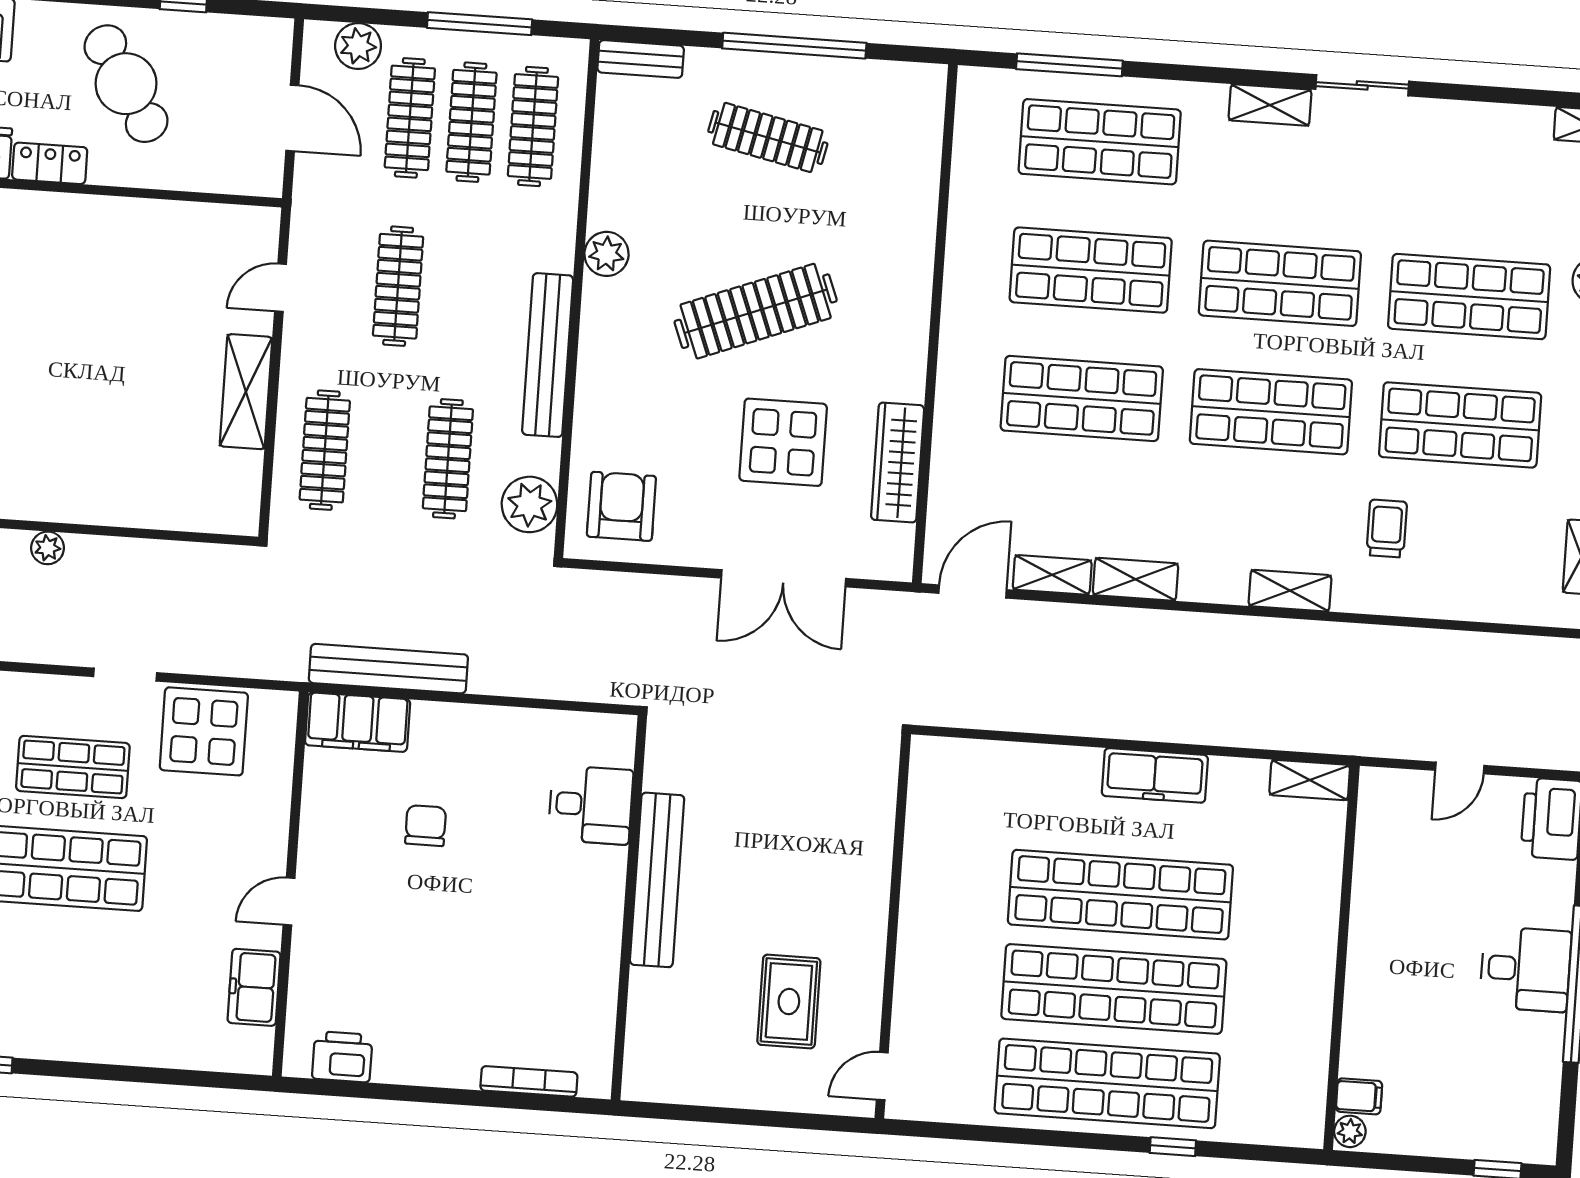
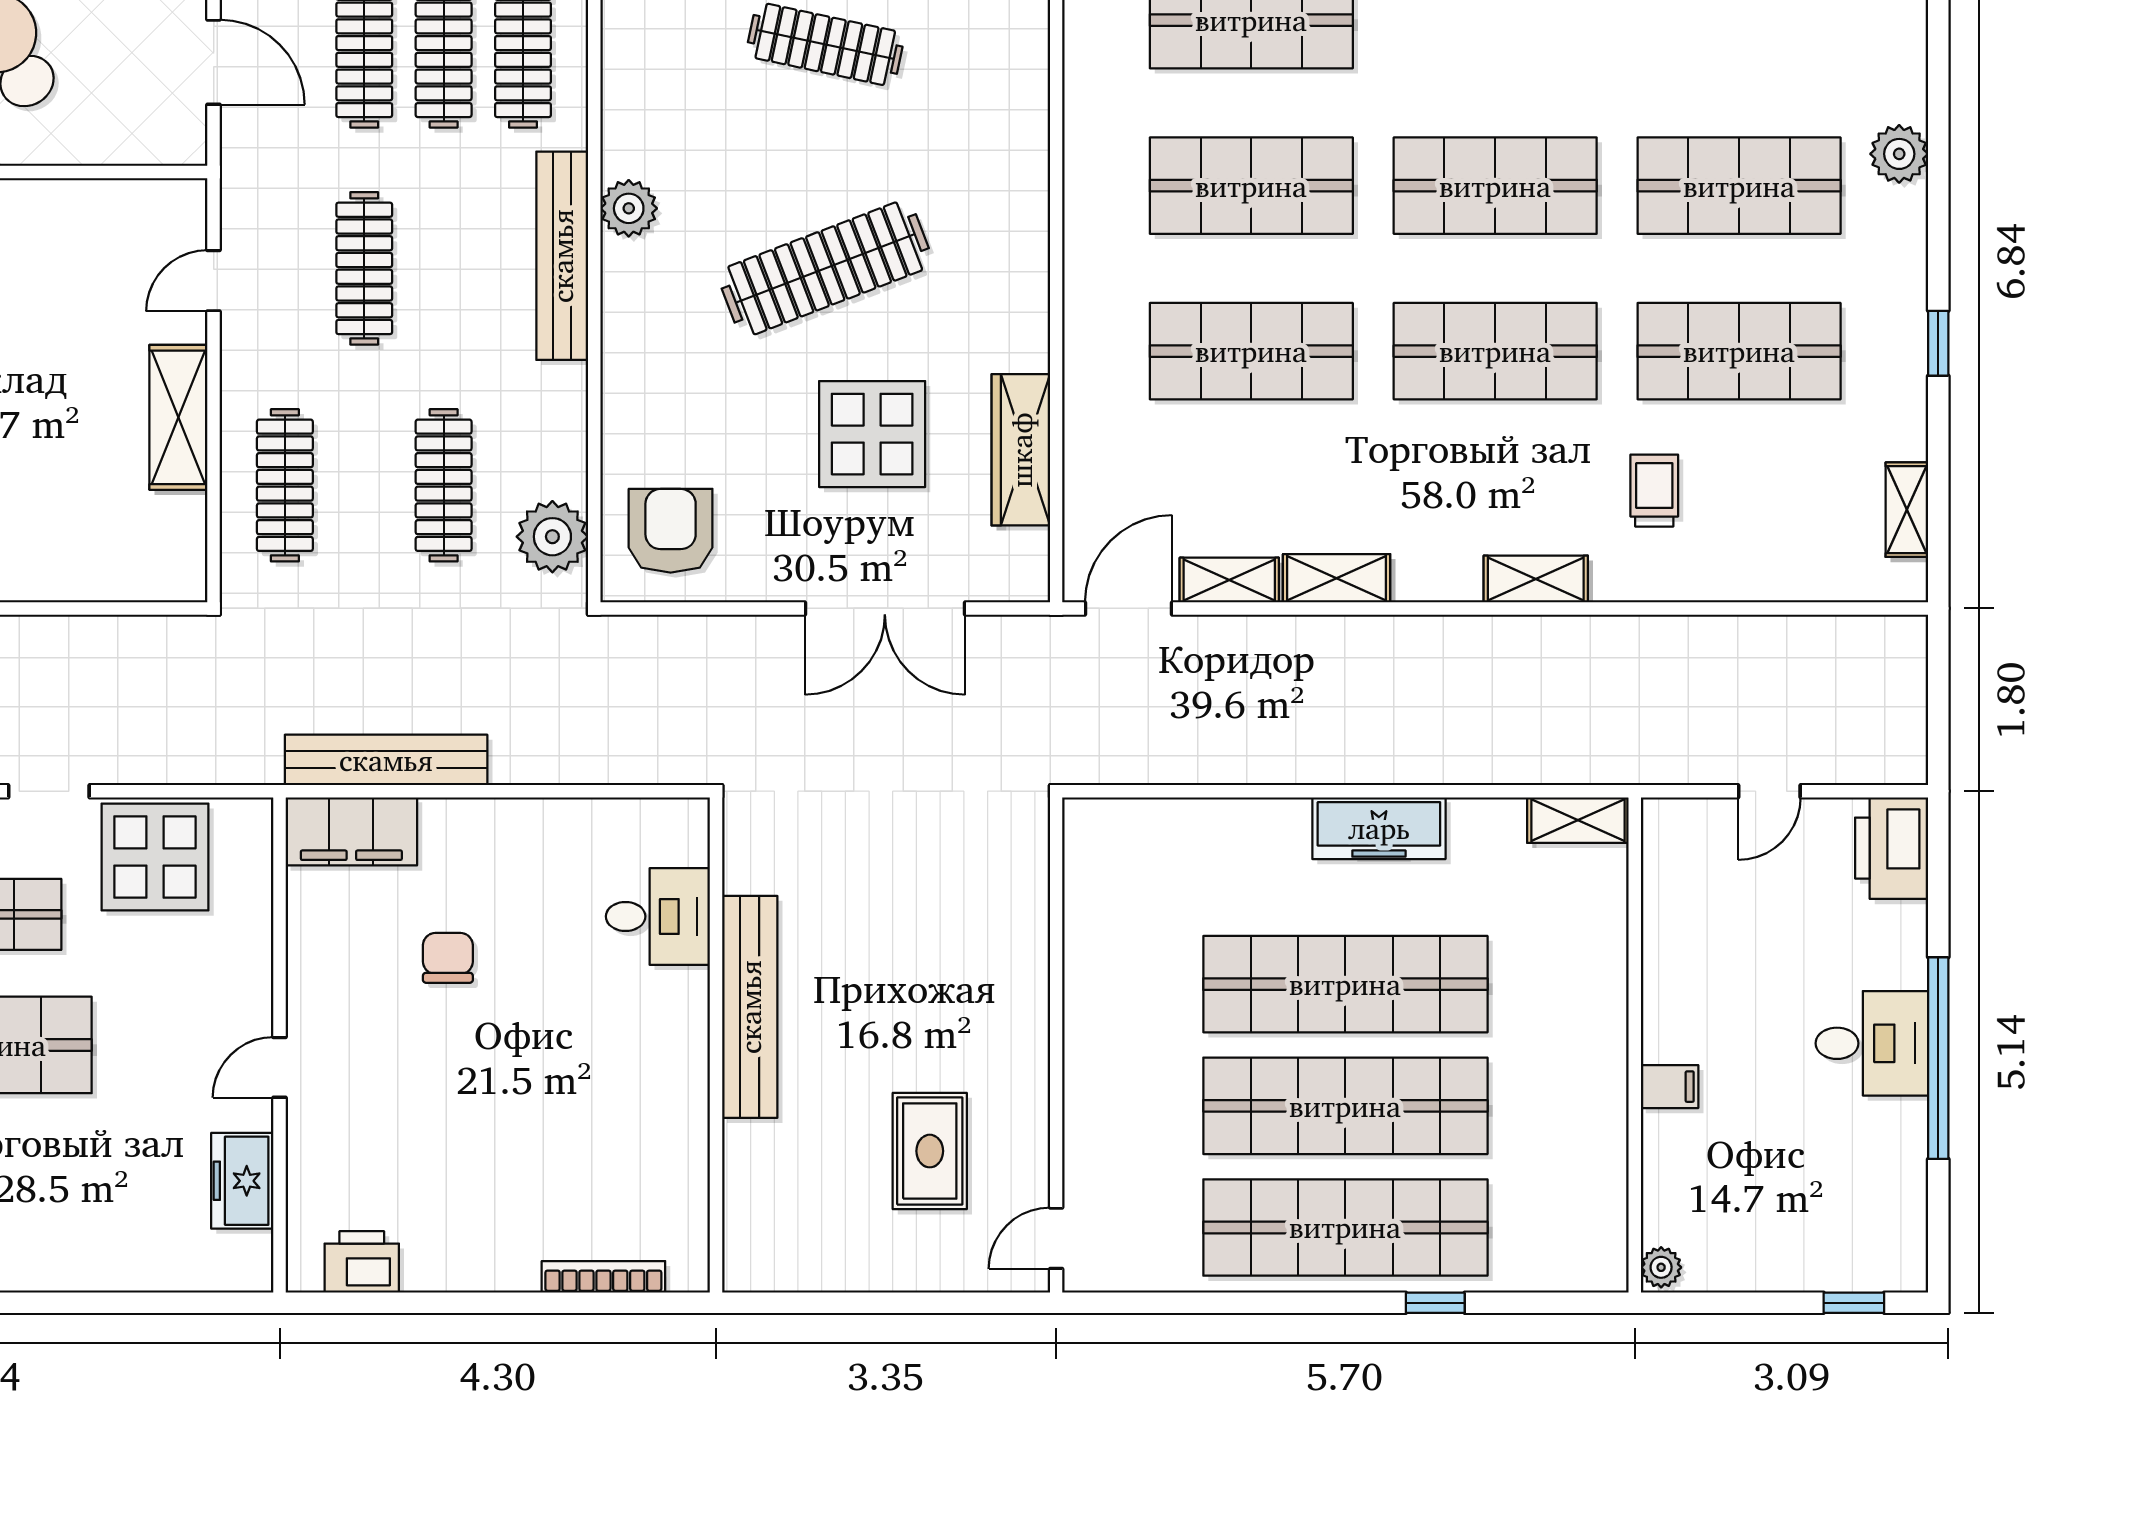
bench: (548, 355) -> (562, 256), moved
filing cabinet: (1359, 1096) -> (1670, 1087), moved

